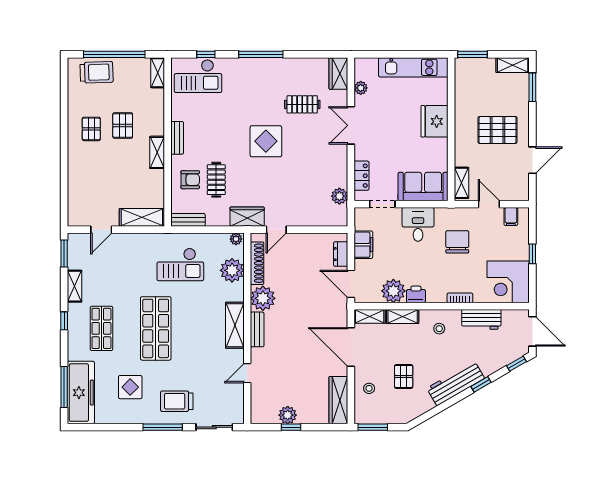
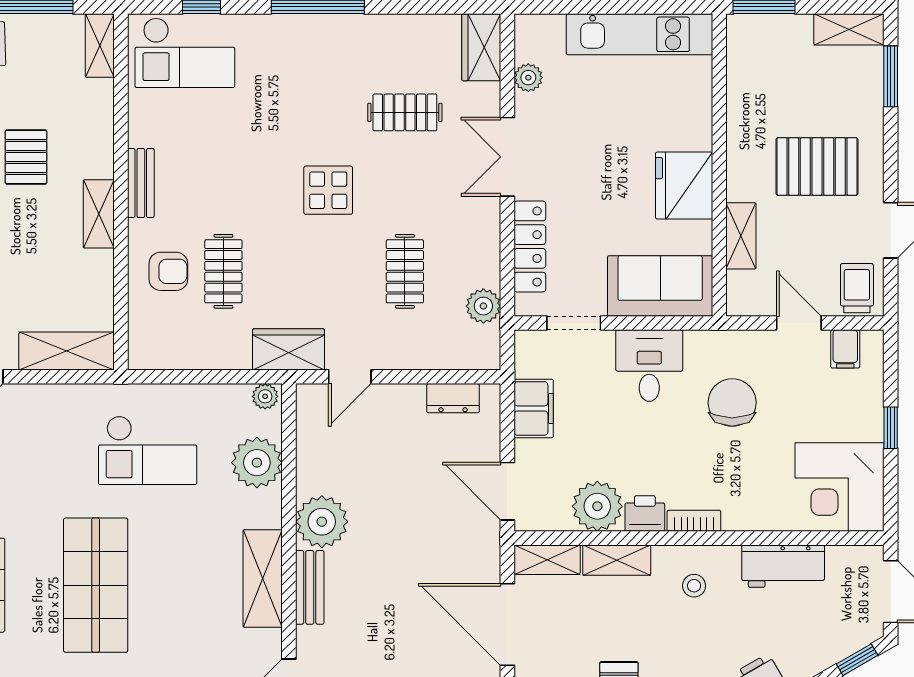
fridge: (435, 121) -> (684, 186), moved
display table: (266, 141) -> (328, 190), width x0.73, depth x0.73
locker: (361, 176) -> (530, 247), width x1.53
clothes rail: (302, 180) -> (405, 271), added
shelving: (461, 183) -> (741, 236), moved
trolley: (516, 188) -> (857, 288), added
bench: (188, 220) -> (164, 356), removed
dresser: (341, 254) -> (453, 398), moved, turned -90
shoe rack: (257, 263) -> (310, 448), removed
bookcase: (460, 298) -> (694, 521), moved

